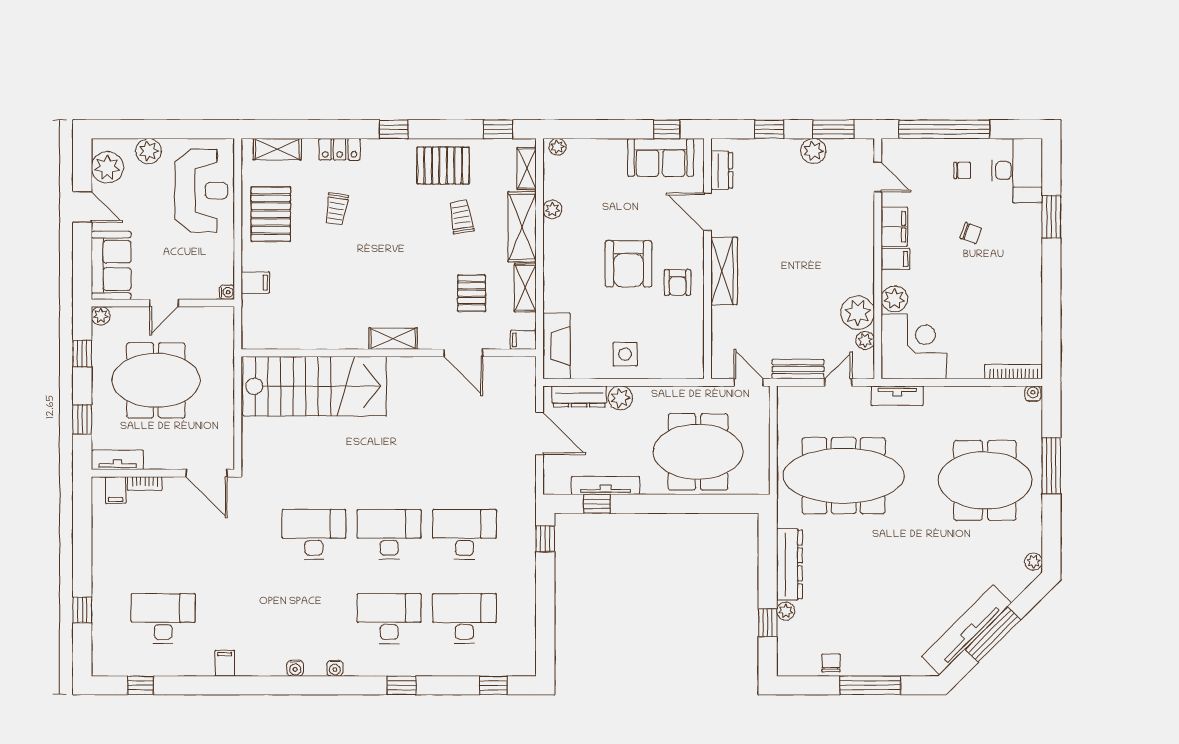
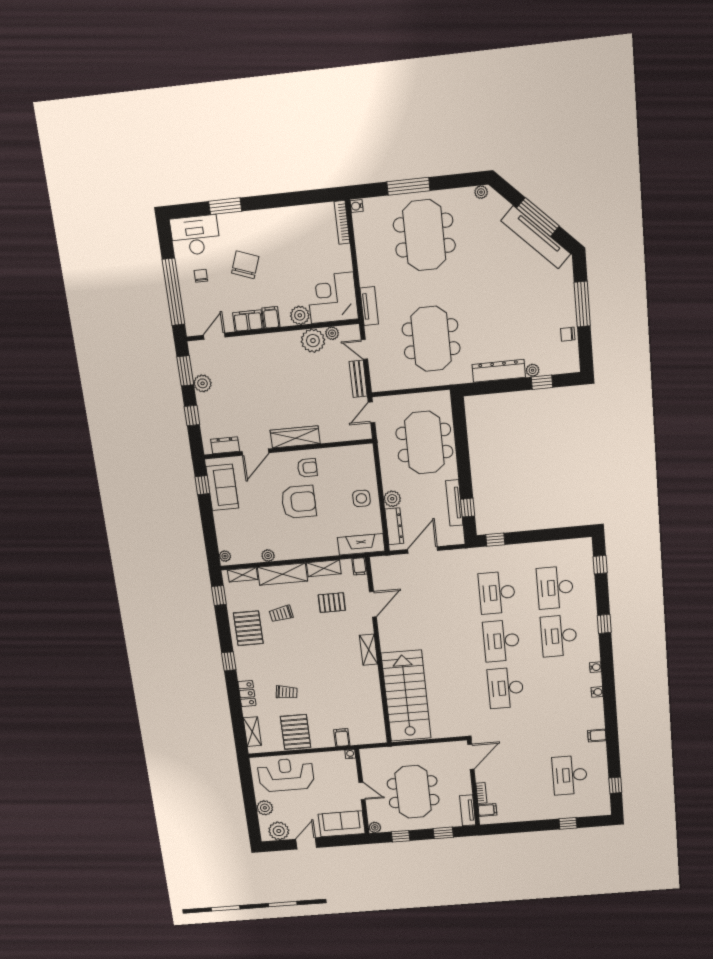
pallet: (271, 214) -> (296, 732), turned 90
chair: (971, 233) -> (245, 265), width x1.87, depth x1.87
meeting table: (844, 476) -> (431, 339), width x0.73

